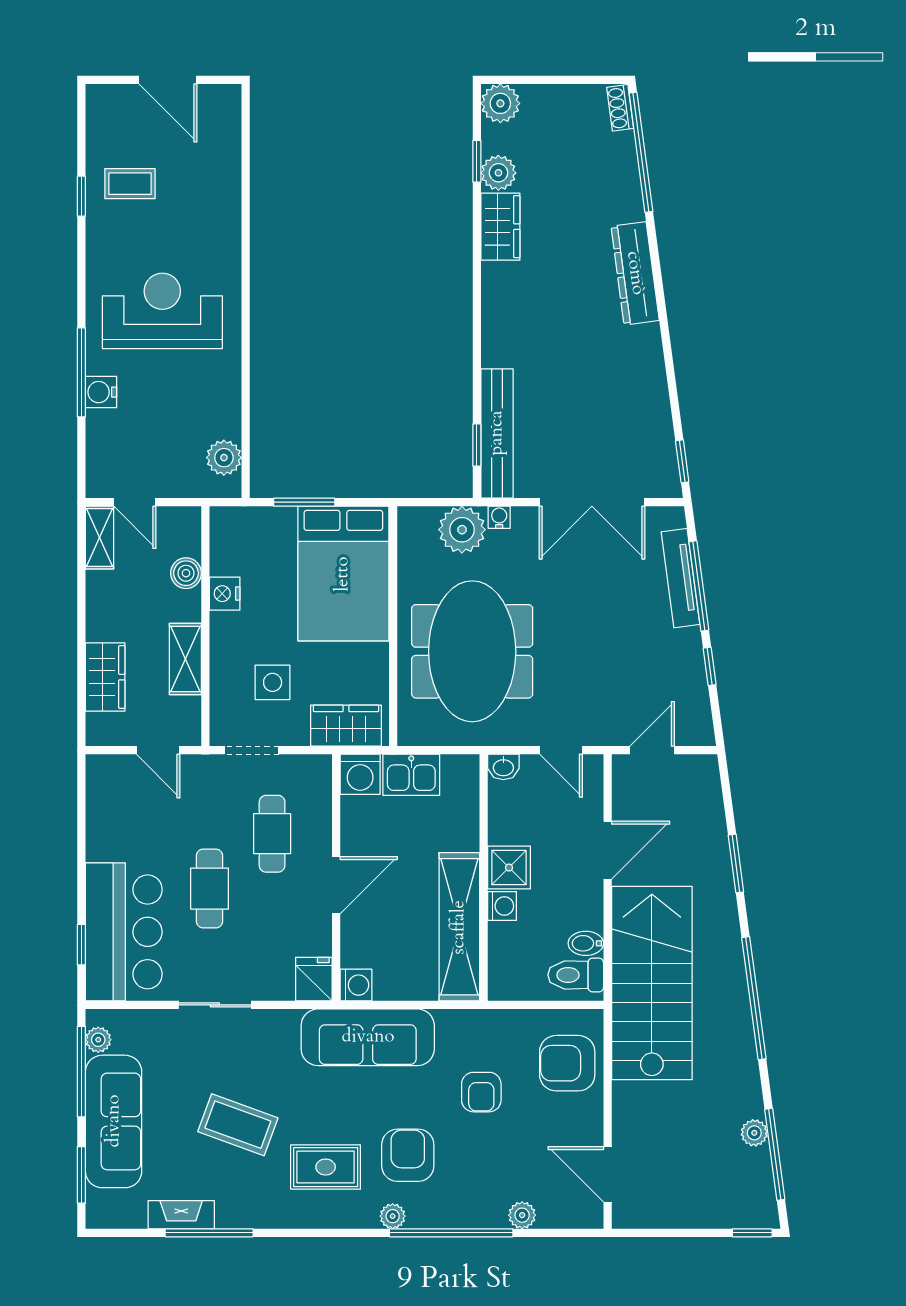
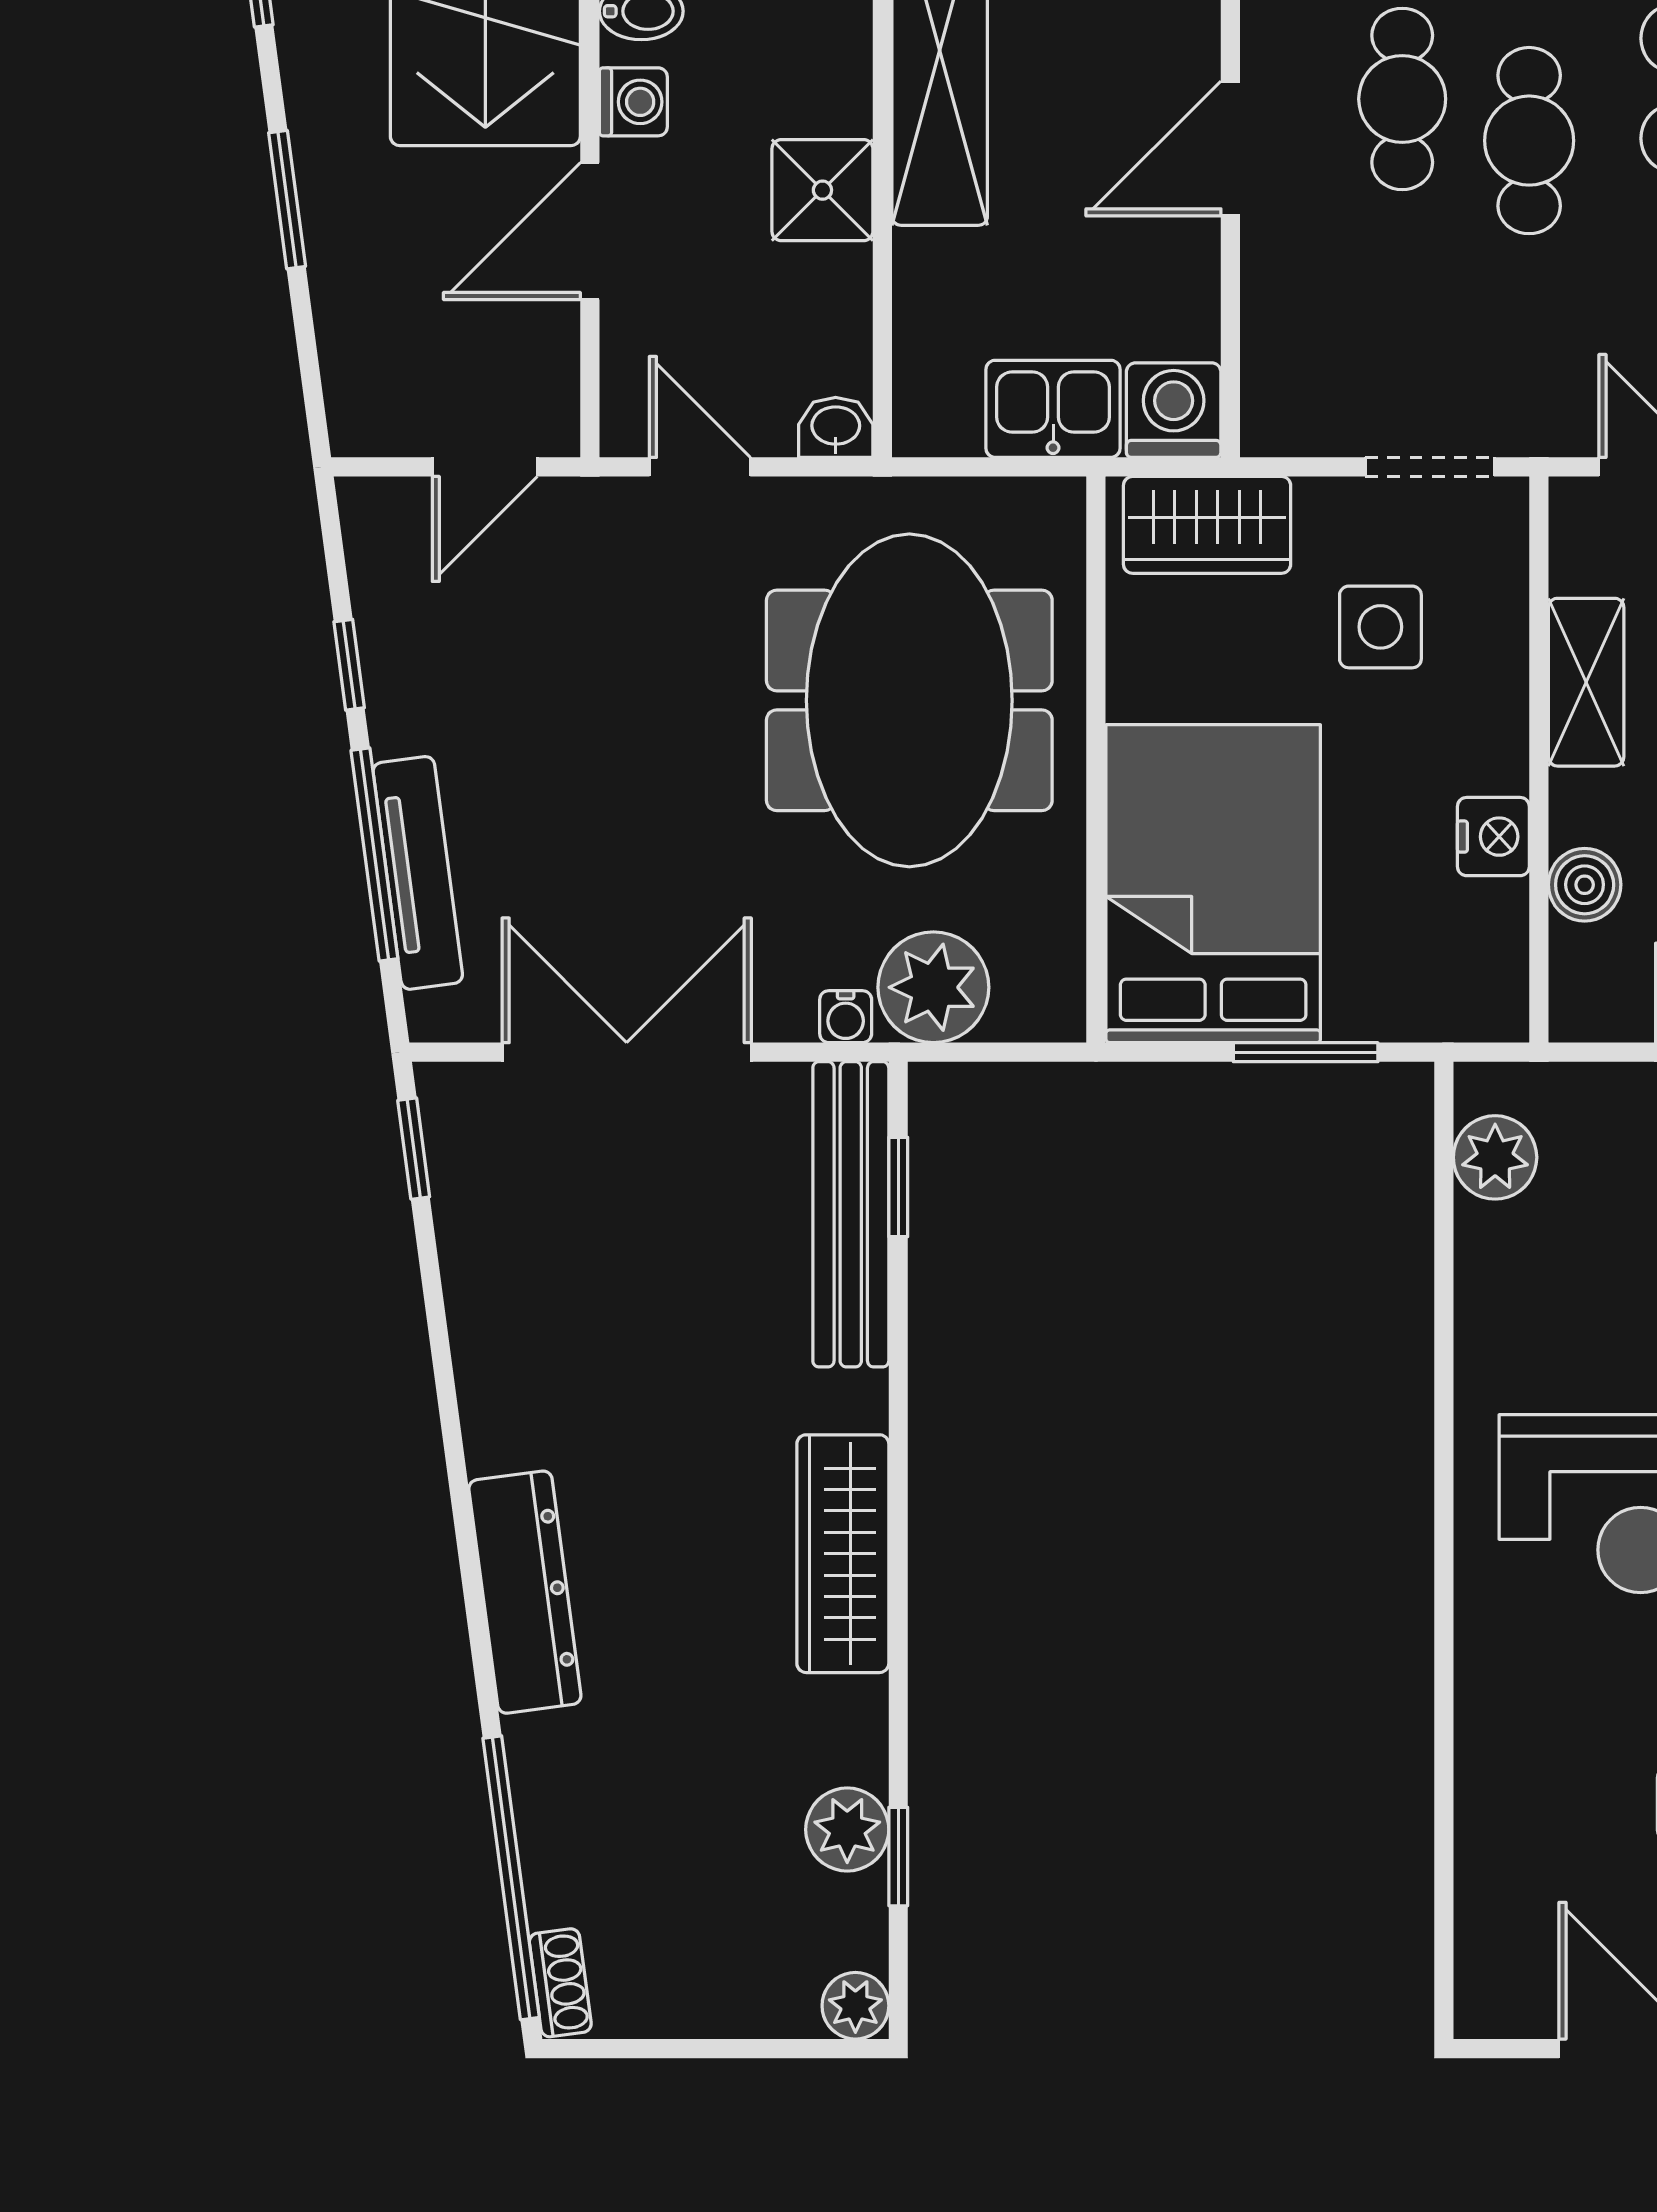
plant: (500, 103) -> (855, 2006), width x0.73, depth x0.73
wardrobe: (500, 227) -> (843, 1554), moved, width x1.50
cafe table: (272, 834) -> (1402, 99), moved
washing machine: (502, 906) -> (633, 102), moved, turned 180

